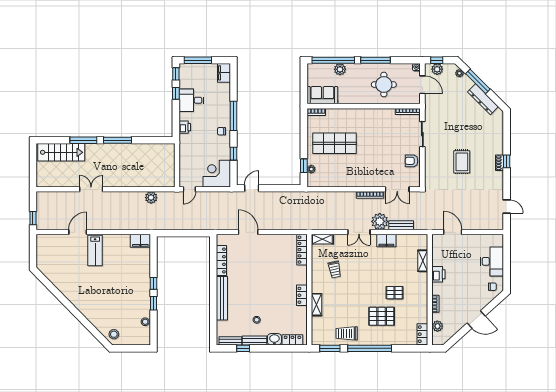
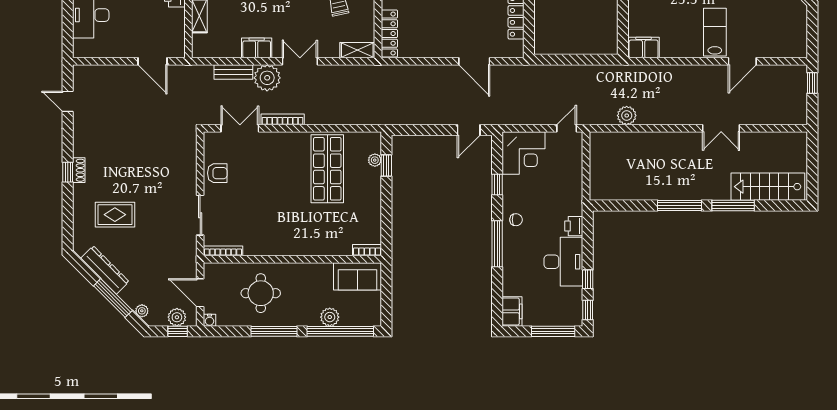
desk: (191, 100) -> (563, 262), width x1.37
shop shelf: (335, 143) -> (327, 169), moved, turned 90
rug: (462, 162) -> (115, 215), moved, turned 90

